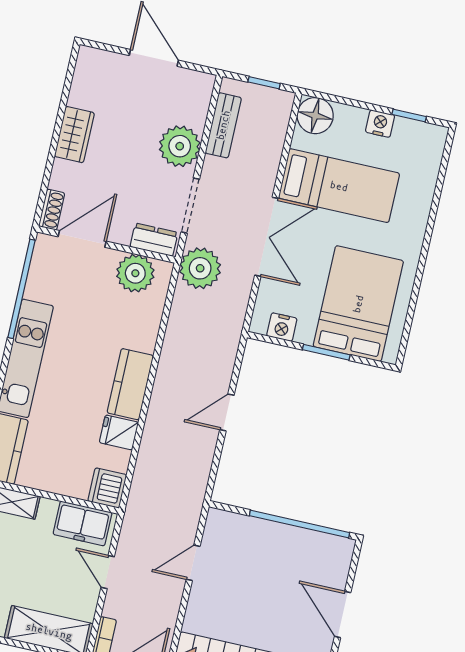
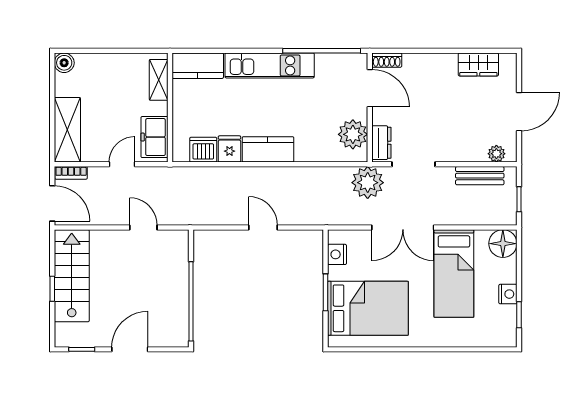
wardrobe: (74, 135) -> (478, 64), moved
plant: (180, 146) -> (496, 154), moved, width x0.53, depth x0.53
dishwasher: (107, 488) -> (203, 150), moved

